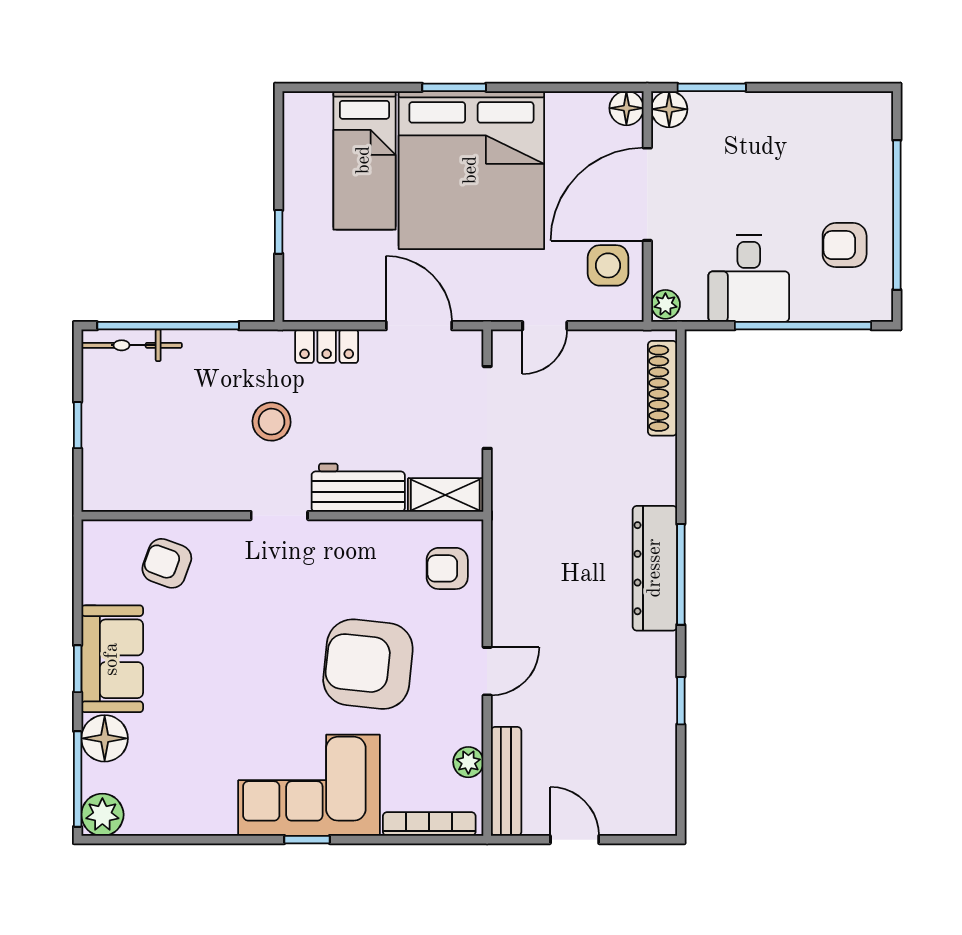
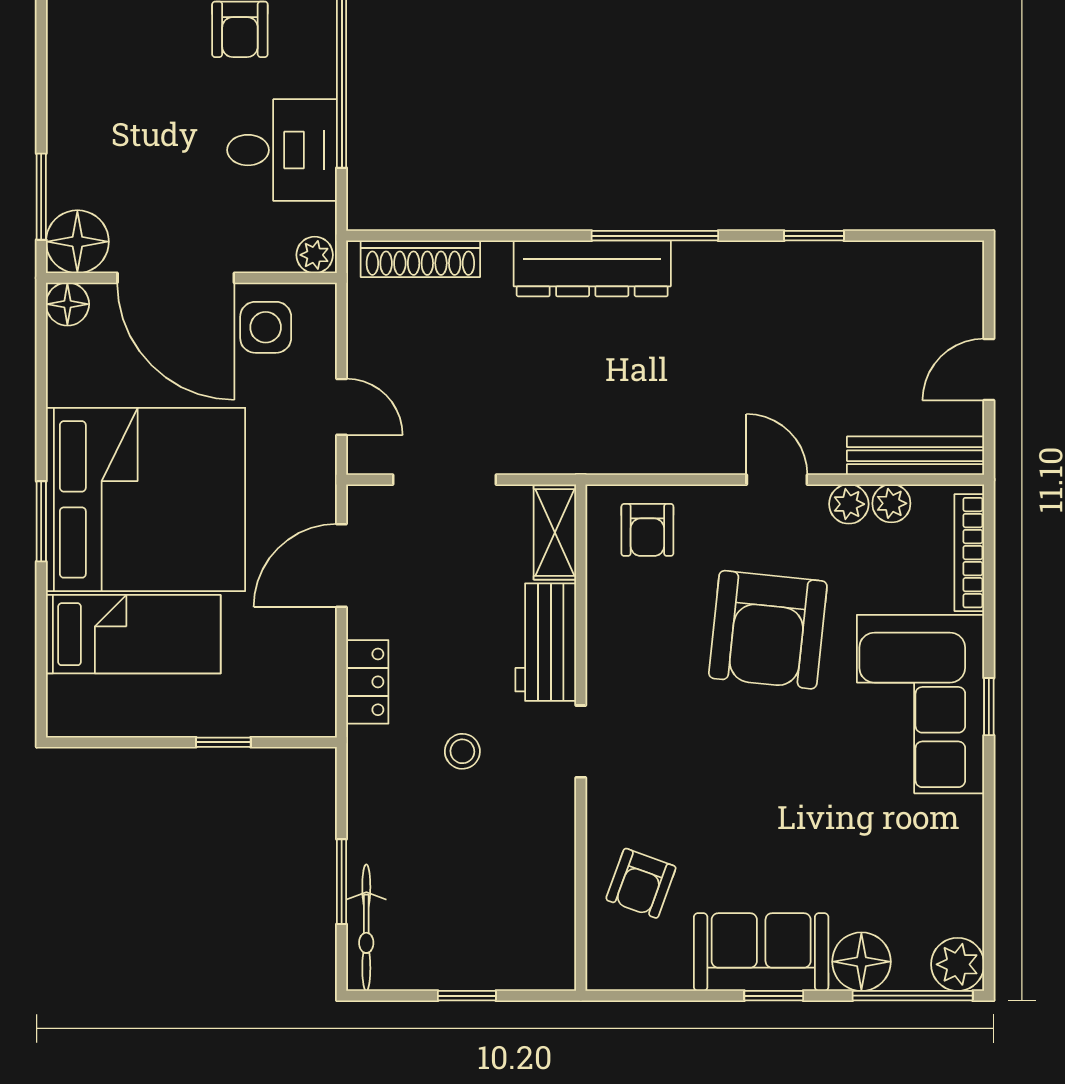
floor lamp: (669, 109) -> (77, 242), width x1.38, depth x1.38
window: (168, 326) -> (342, 882), width x0.47
stool: (272, 422) -> (462, 751), width x0.73, depth x0.73
dresser: (655, 568) -> (592, 268), moved
plant: (468, 728) -> (849, 504), added

